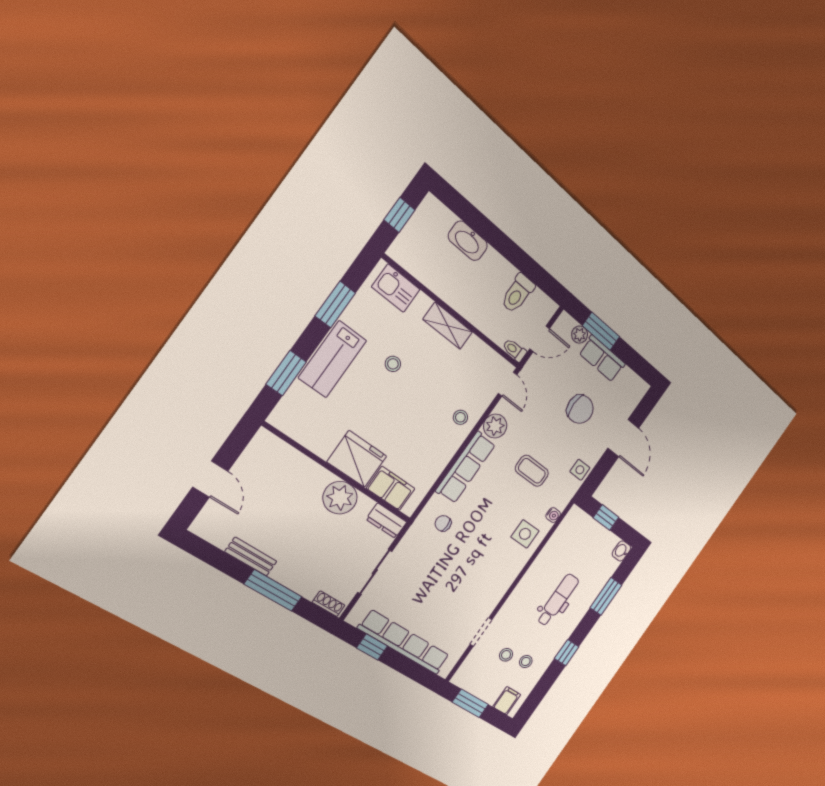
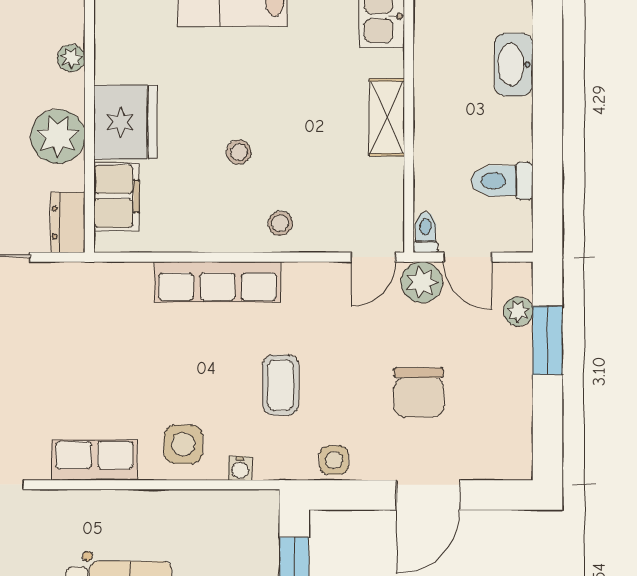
row of seats: (602, 359) -> (94, 460), moved, turned 90
stool: (393, 364) -> (239, 152), moved
plant: (495, 426) -> (422, 282), moved
plant: (304, 464) -> (71, 58), added
chair: (443, 523) -> (117, 307), removed

